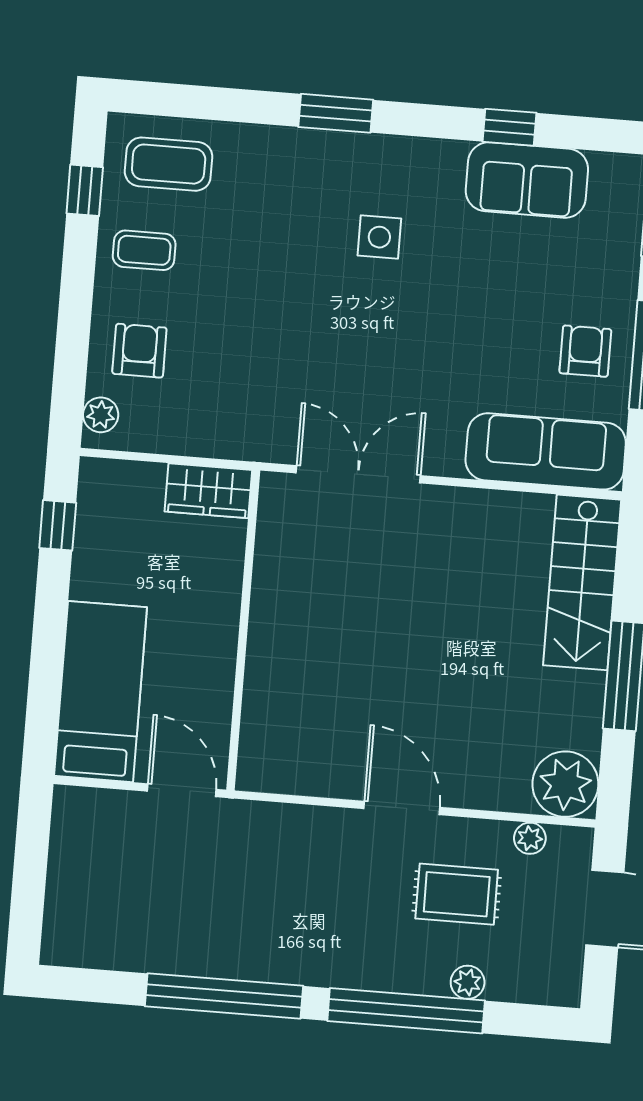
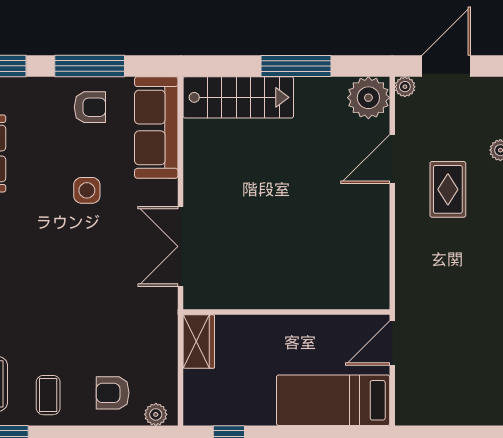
side table: (379, 237) -> (87, 190), moved
armchair: (585, 351) -> (90, 107), turned 180
door: (402, 808) -> (392, 159), moved
plant: (530, 838) -> (405, 87), moved
rug: (457, 894) -> (448, 189), moved

